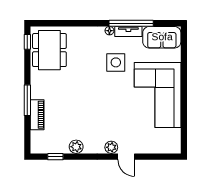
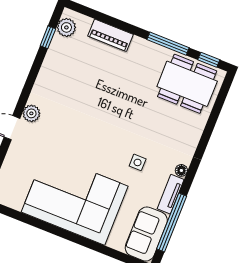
window: (131, 23) -> (172, 222), moved
side table: (116, 62) -> (138, 162), width x0.54, depth x0.54
window: (27, 100) -> (168, 44), moved
plant: (76, 147) -> (66, 27), moved

